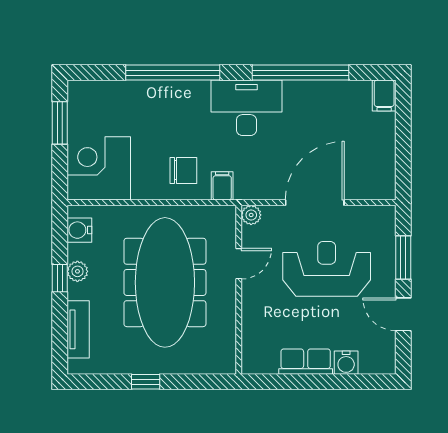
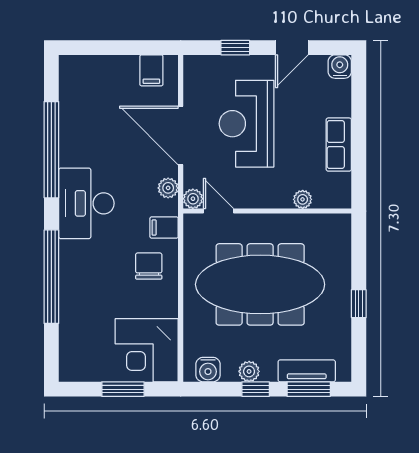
filing cabinet: (384, 95) -> (151, 70), moved, turned 90
window: (60, 123) -> (123, 389), moved
plant: (262, 190) -> (168, 188), added
window: (403, 258) -> (235, 48), width x0.67
door: (239, 264) -> (219, 211), moved
plant: (250, 325) -> (303, 199), added
window: (60, 331) -> (309, 389), added
water cooler: (346, 363) -> (340, 67), moved, turned -90

